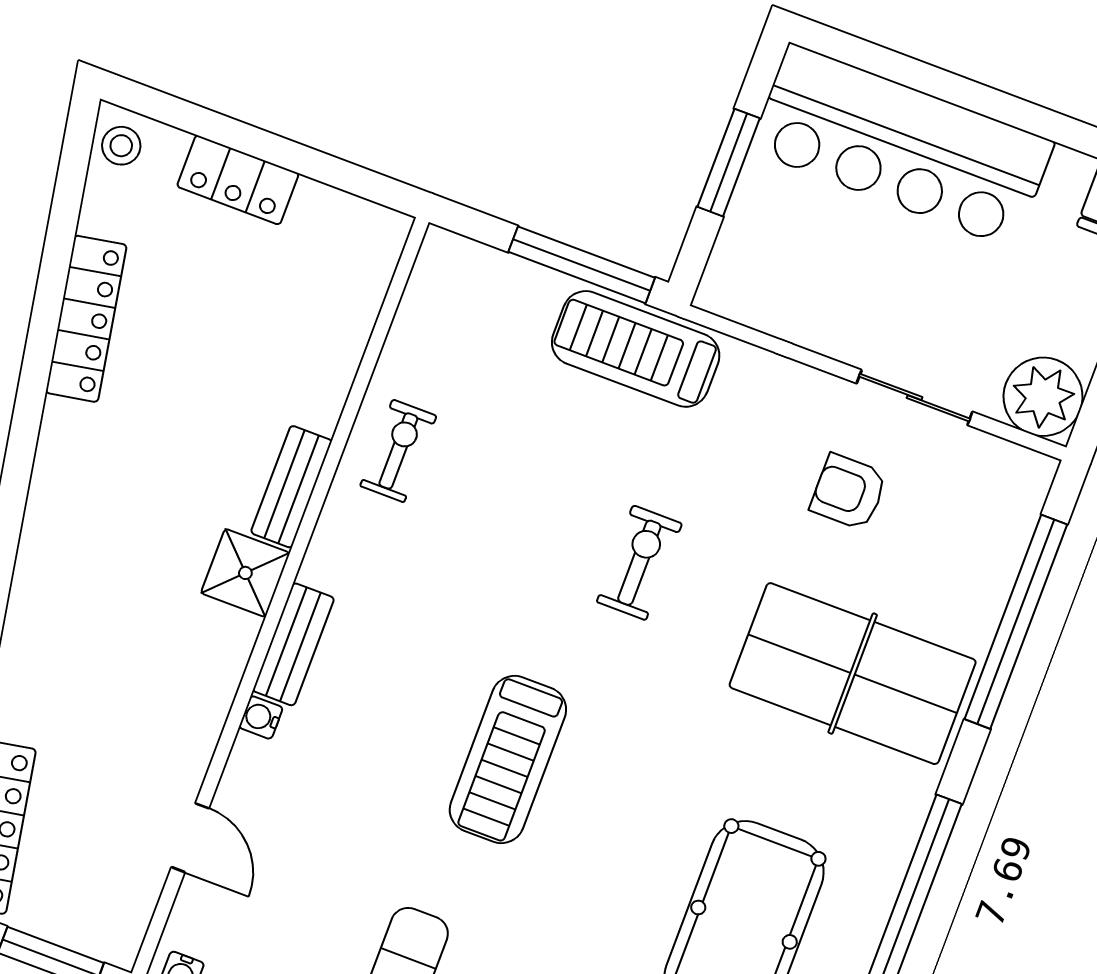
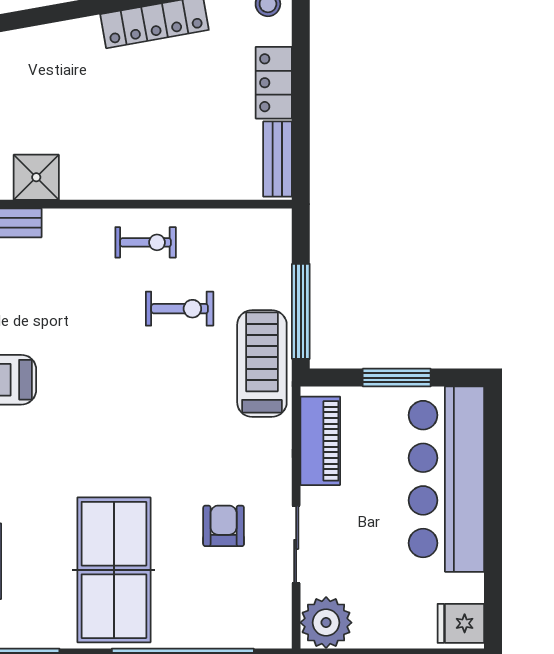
piano: (778, 307) -> (320, 441), added
bench: (291, 487) -> (278, 159), moved, turned 90
exercise bike: (639, 563) -> (180, 309), moved

